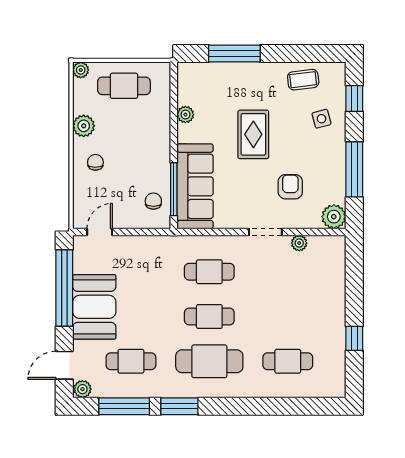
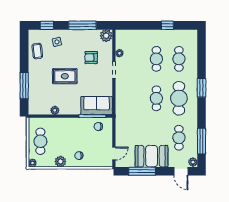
sofa: (195, 186) -> (97, 105), width x0.73
door: (100, 232) -> (114, 153), swing flipped
cafe table: (209, 272) -> (156, 59), moved
window: (64, 288) -> (142, 171), width x0.68
window: (179, 406) -> (202, 88), moved

